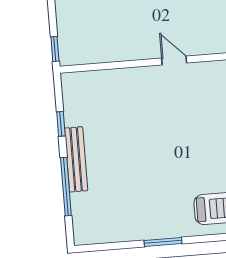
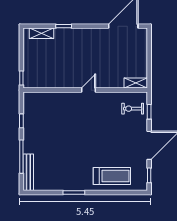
door: (174, 61) -> (89, 90), hinge flipped
bench: (76, 159) -> (28, 172), moved

